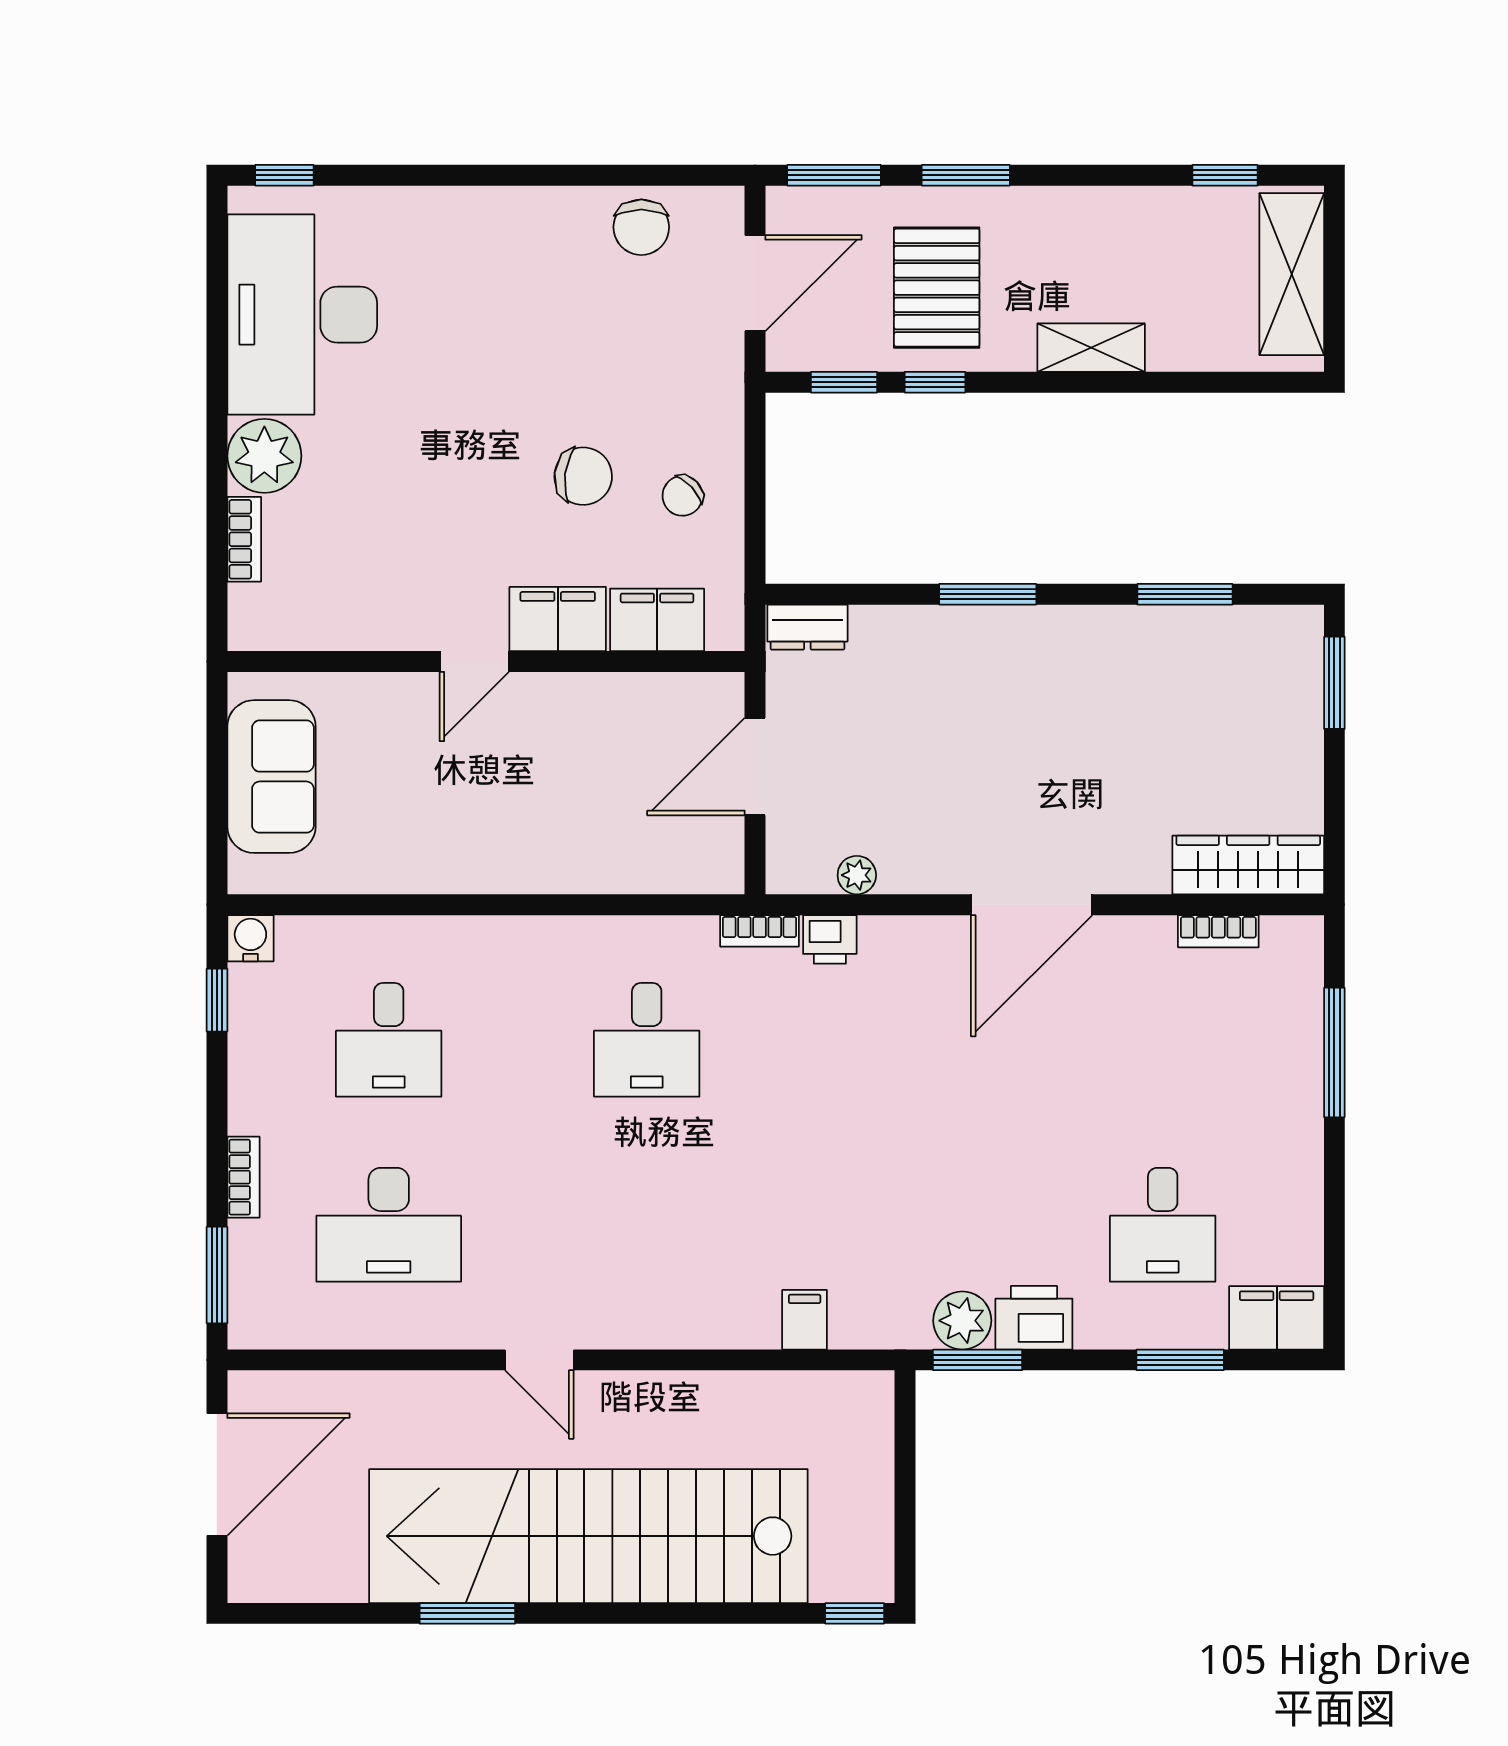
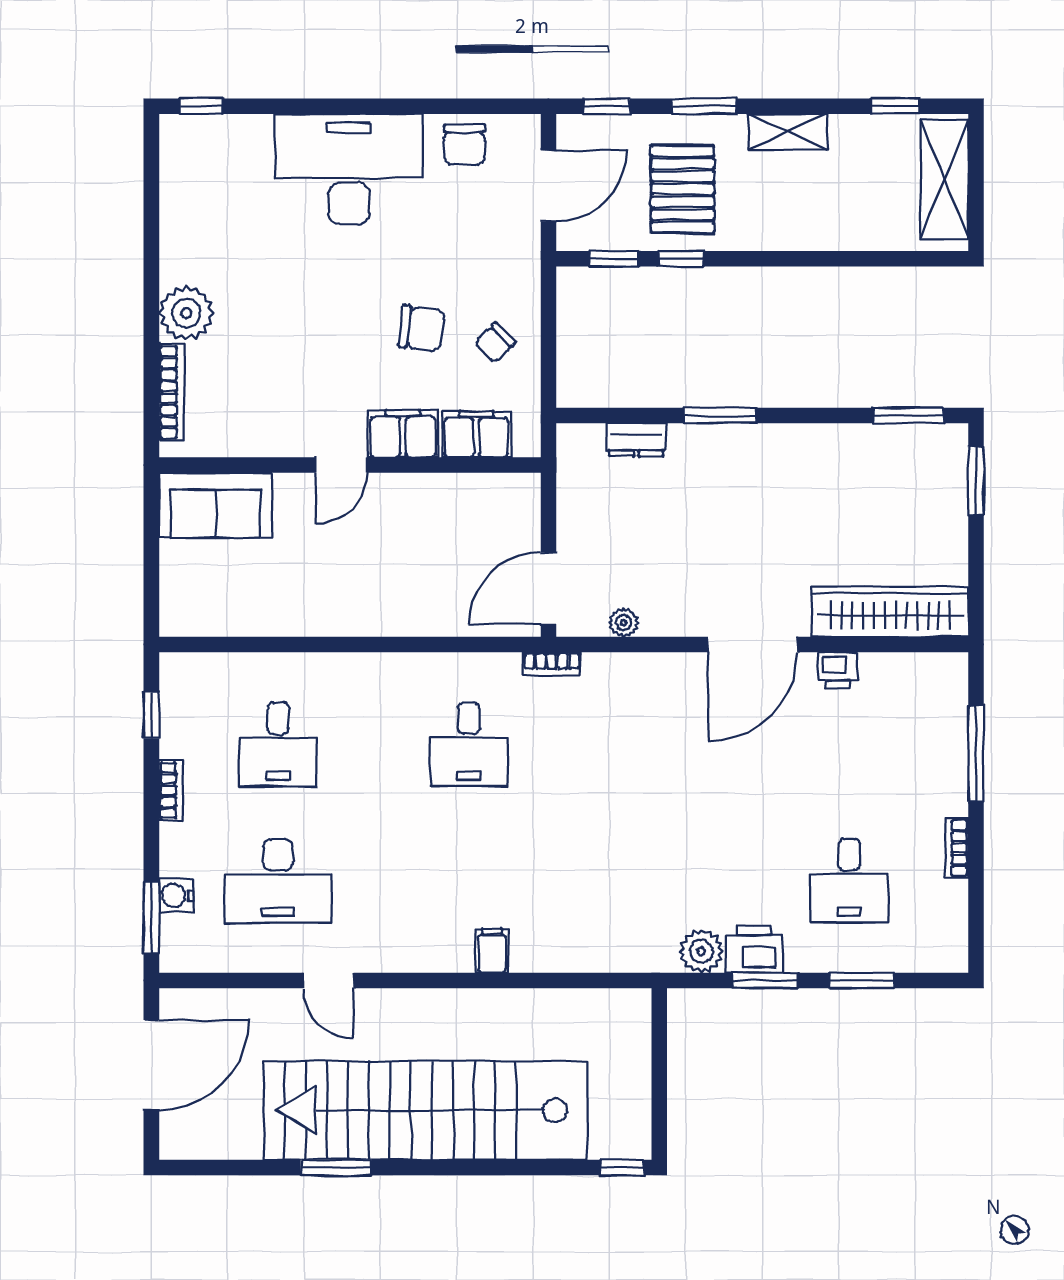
window: (834, 175) -> (607, 106), width x0.67
desk: (302, 315) -> (349, 169), moved, turned 90
shelving: (1091, 348) -> (788, 132), moved
bookcase: (244, 539) -> (172, 392), width x1.56
window: (1185, 594) -> (908, 415), moved
dresser: (807, 627) -> (636, 440), moved
door: (755, 767) -> (548, 588), moved
sofa: (271, 777) -> (215, 505), moved, turned 90
wardrobe: (1248, 865) -> (890, 611), width x1.40, depth x1.17
bookcase: (1218, 931) -> (957, 848), moved, turned 90
water cooler: (250, 938) -> (176, 896), moved, turned -90
printer: (830, 939) -> (838, 670), moved
bookcase: (243, 1177) -> (171, 790), moved
filing cabinet: (1277, 1318) -> (933, 949), removed
filing cabinet: (805, 1320) -> (492, 951), moved
door: (539, 1360) -> (328, 980), moved
window: (978, 1360) -> (765, 980), moved

